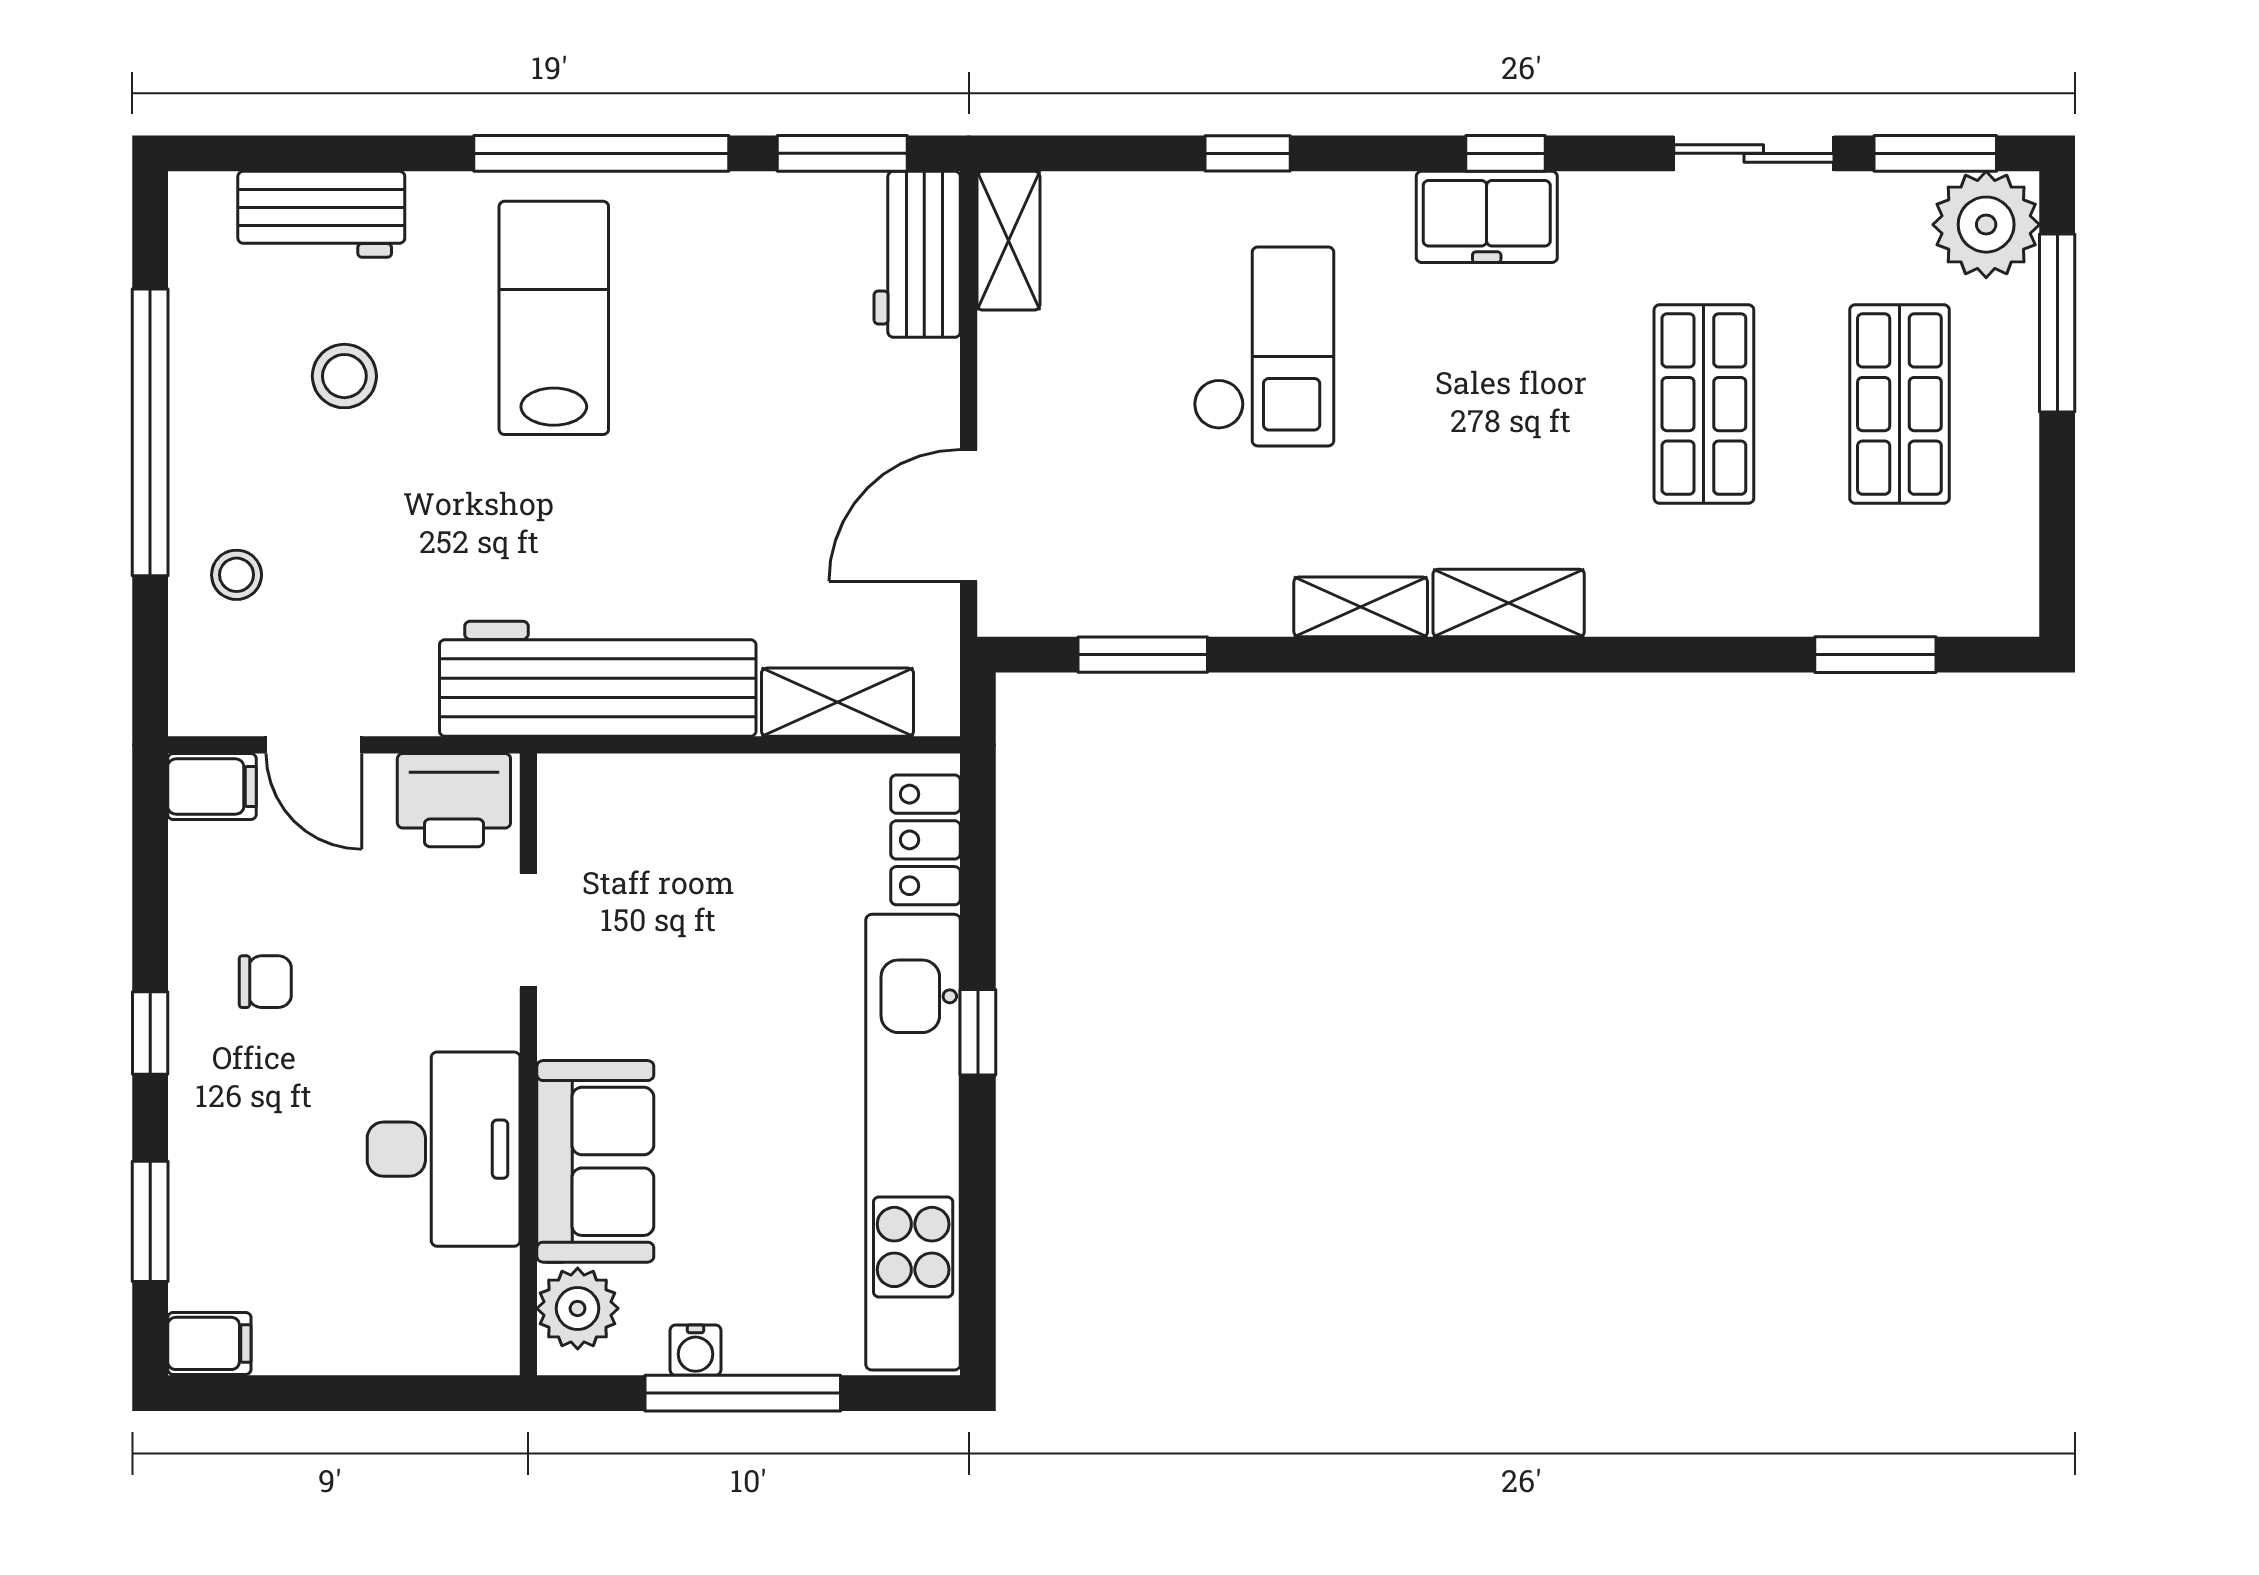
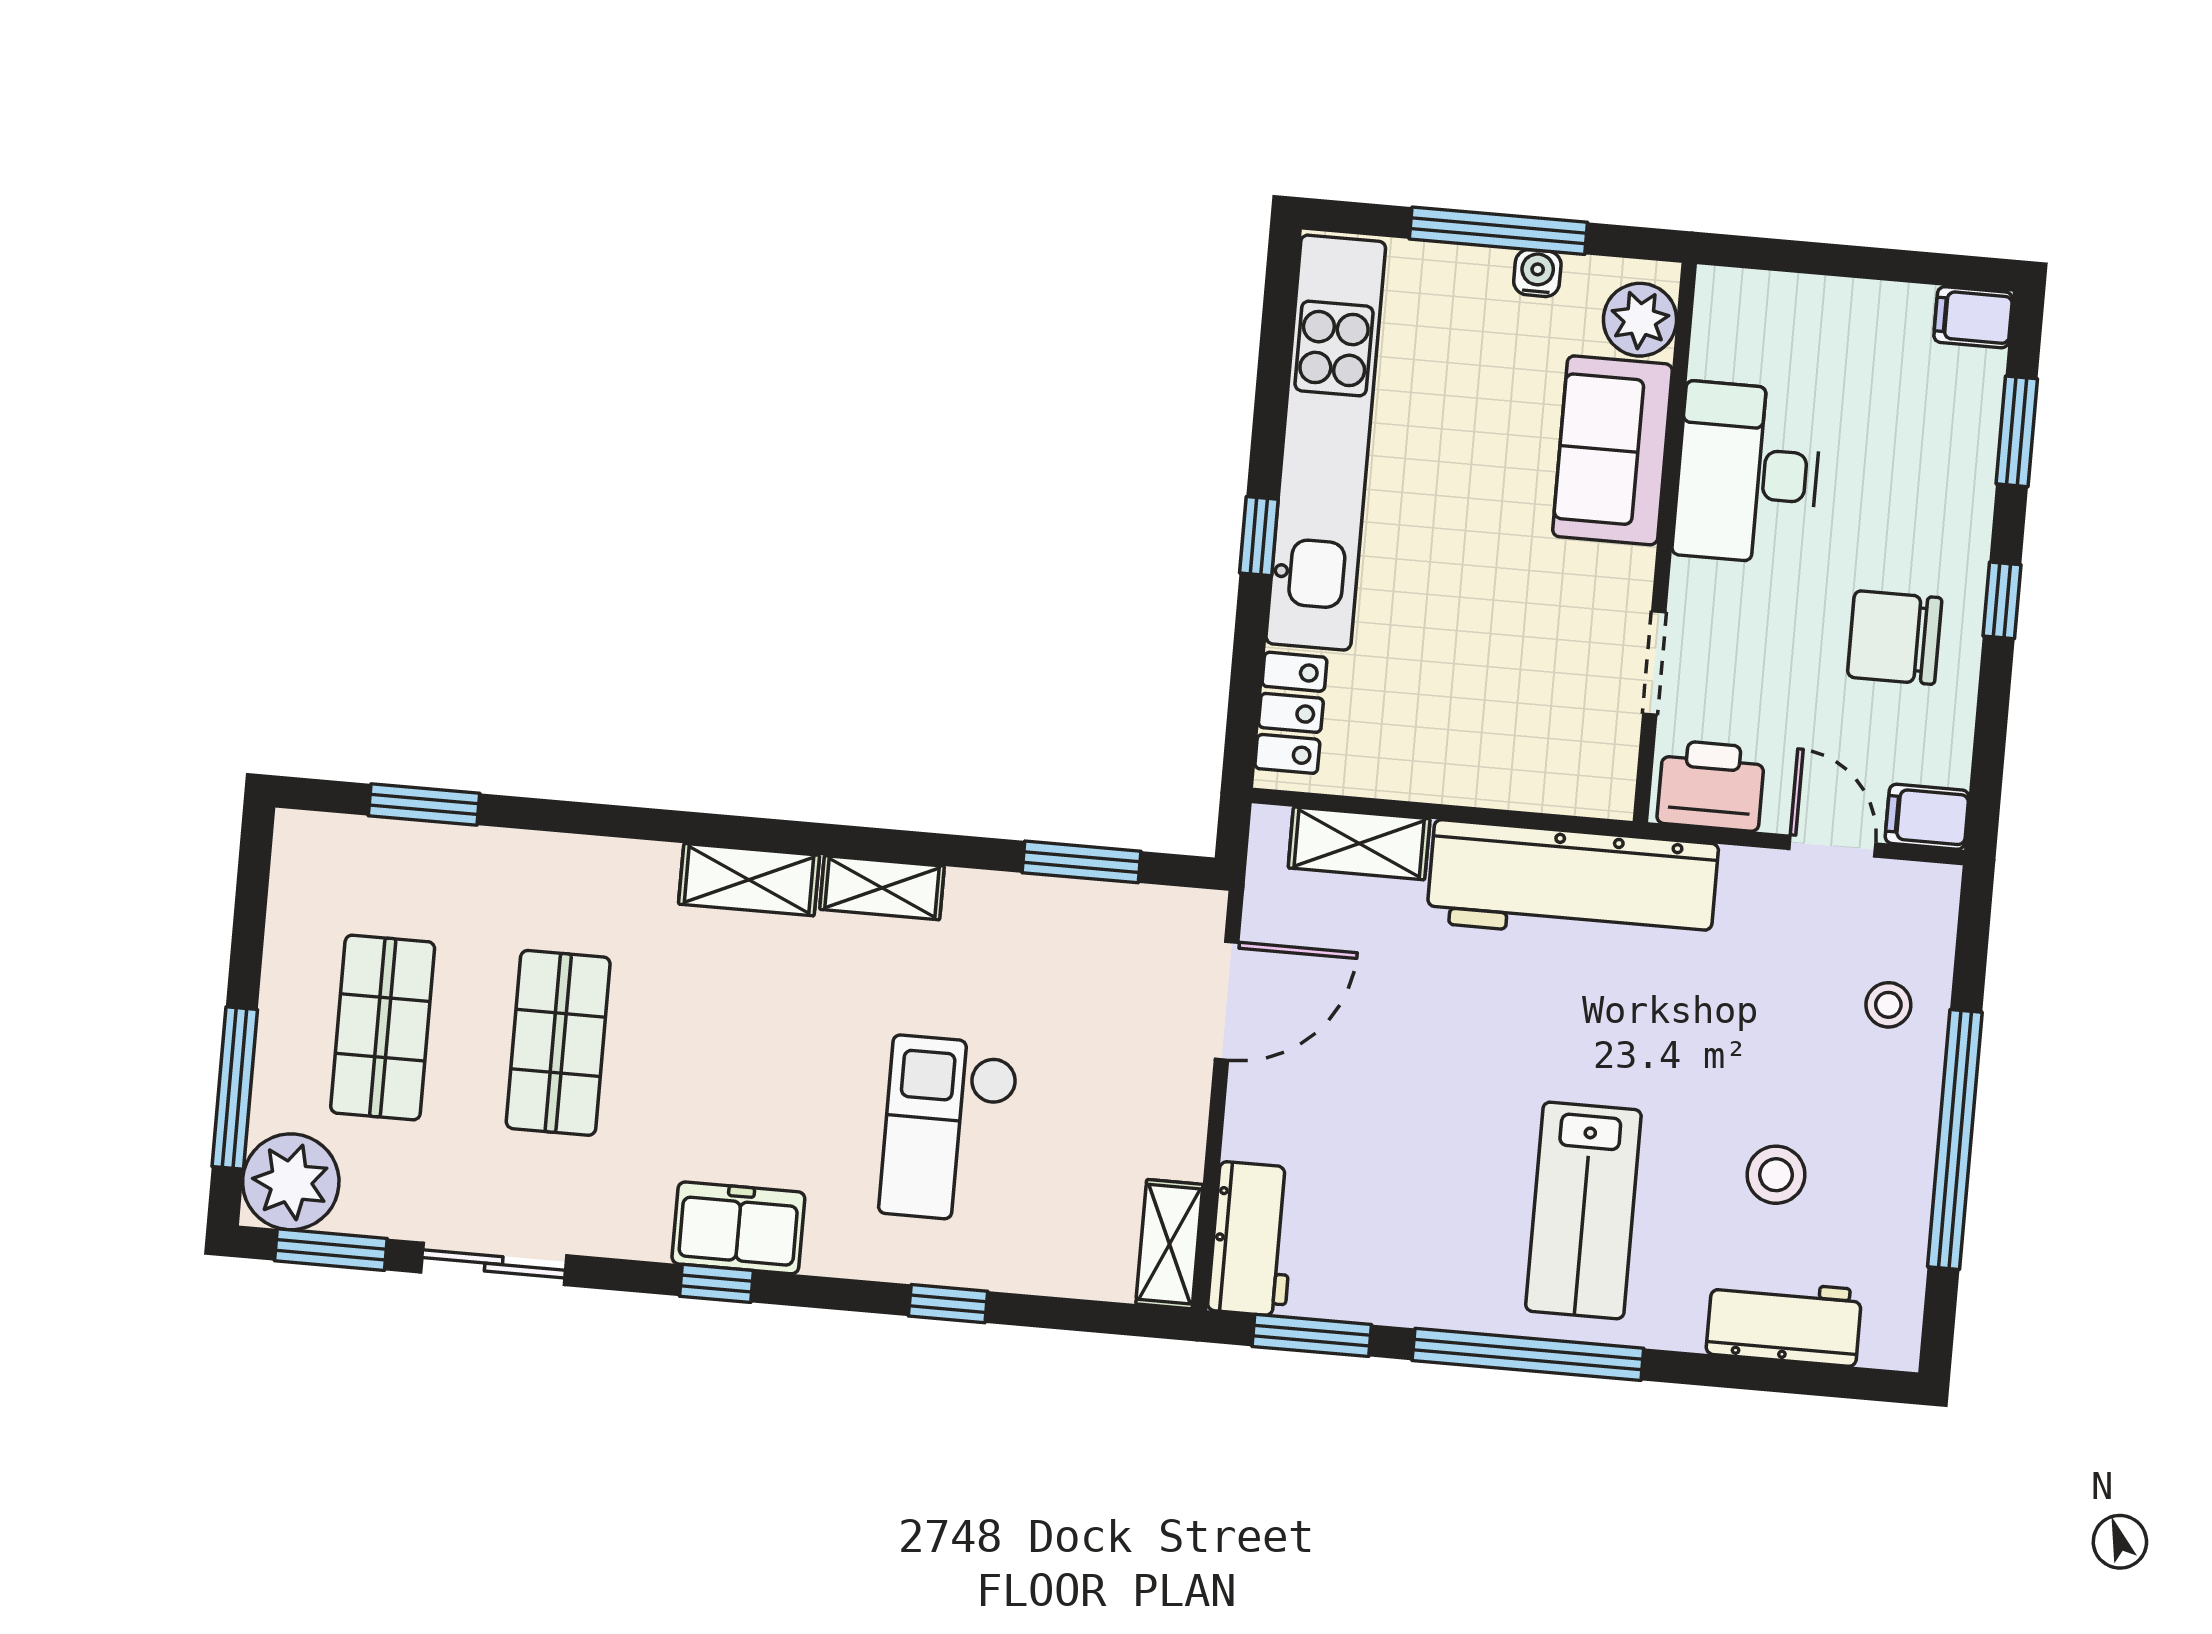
chair: (265, 982) -> (1895, 637), width x1.87, depth x1.87

